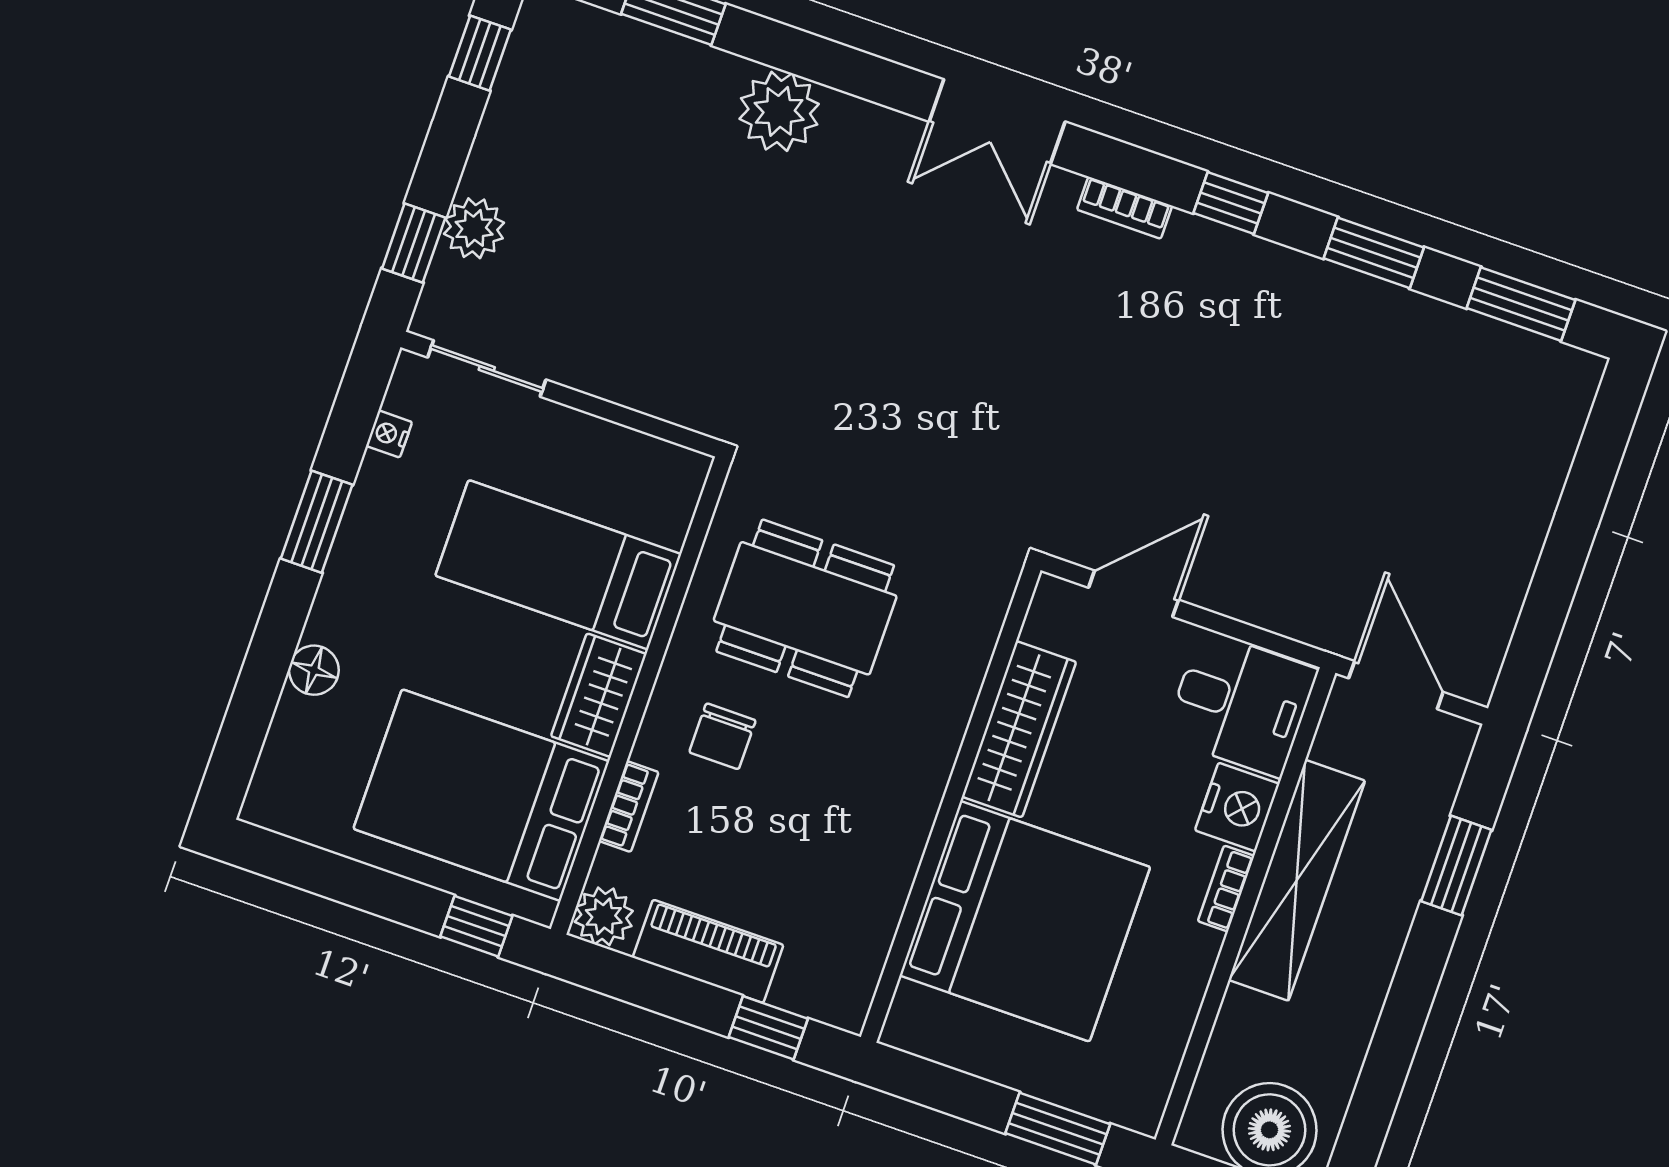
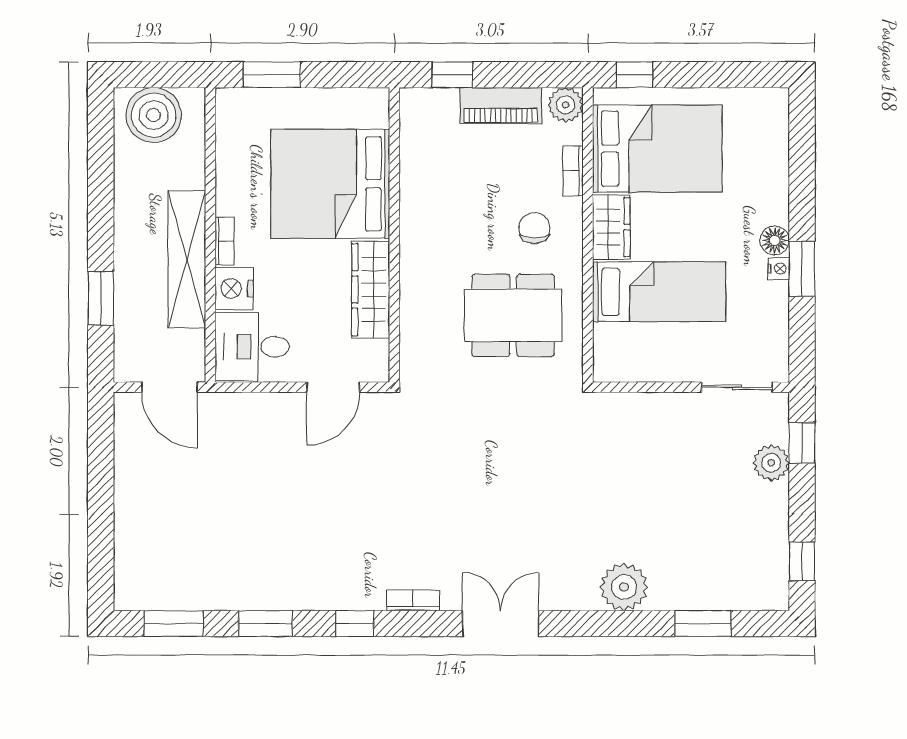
nightstand: (389, 434) -> (779, 269), moved
floor lamp: (314, 670) -> (775, 240), moved

